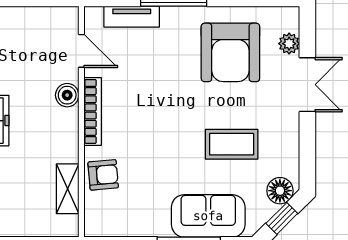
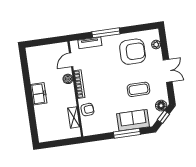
door: (81, 51) -> (71, 60), swing flipped
armchair: (230, 52) -> (133, 52), turned -90
double door: (307, 85) -> (168, 71), moved

